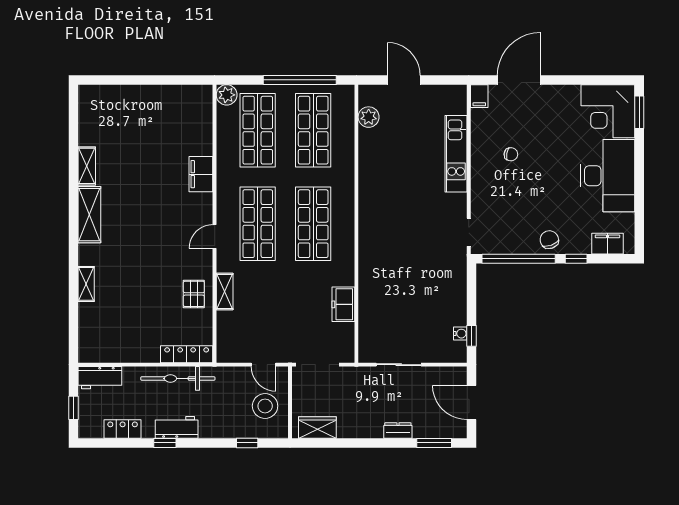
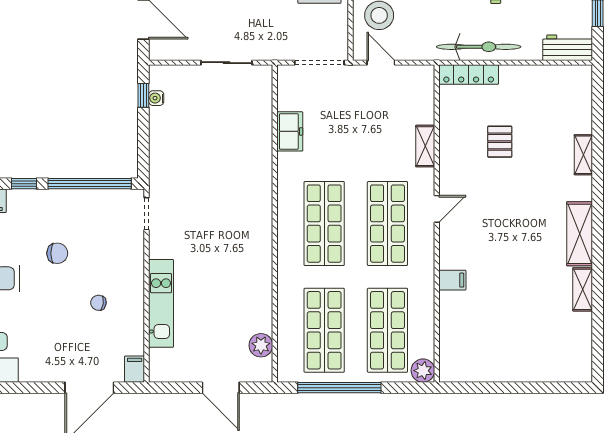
filing cabinet: (201, 174) -> (452, 280), width x0.50
chair: (549, 240) -> (57, 253), moved, turned -70
pallet: (194, 294) -> (500, 142), moved

